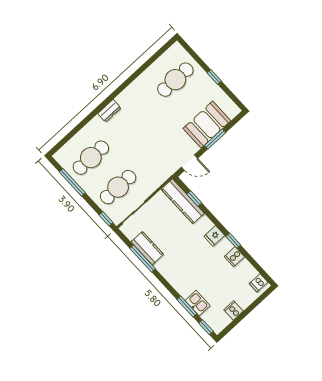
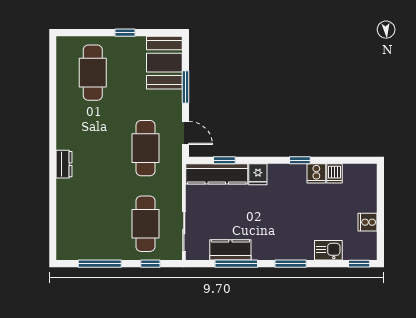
booth: (207, 125) -> (164, 63), moved
cafe table: (91, 158) -> (146, 148), moved
door: (189, 163) -> (186, 133), hinge flipped
window: (106, 219) -> (150, 264), moved
fridge: (214, 236) -> (258, 174), moved
dishwasher: (258, 283) -> (335, 173), moved
window: (187, 307) -> (291, 264), moved

